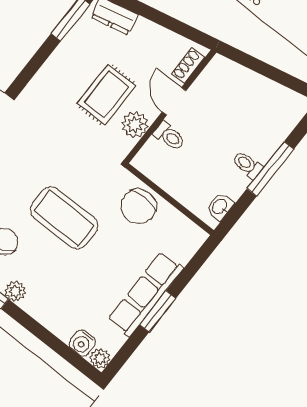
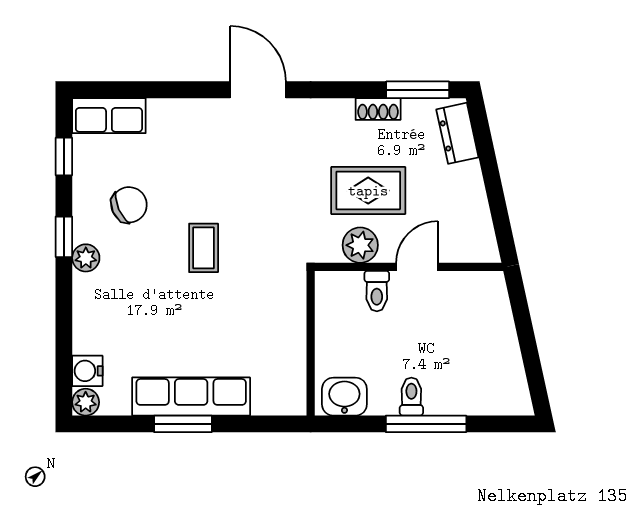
shoe rack: (188, 66) -> (378, 109), moved, turned 180
chair: (139, 207) -> (277, 317), removed
washbasin: (220, 207) -> (344, 397), width x1.38, depth x1.45
coffee table: (64, 218) -> (204, 248), width x0.54, depth x0.58

